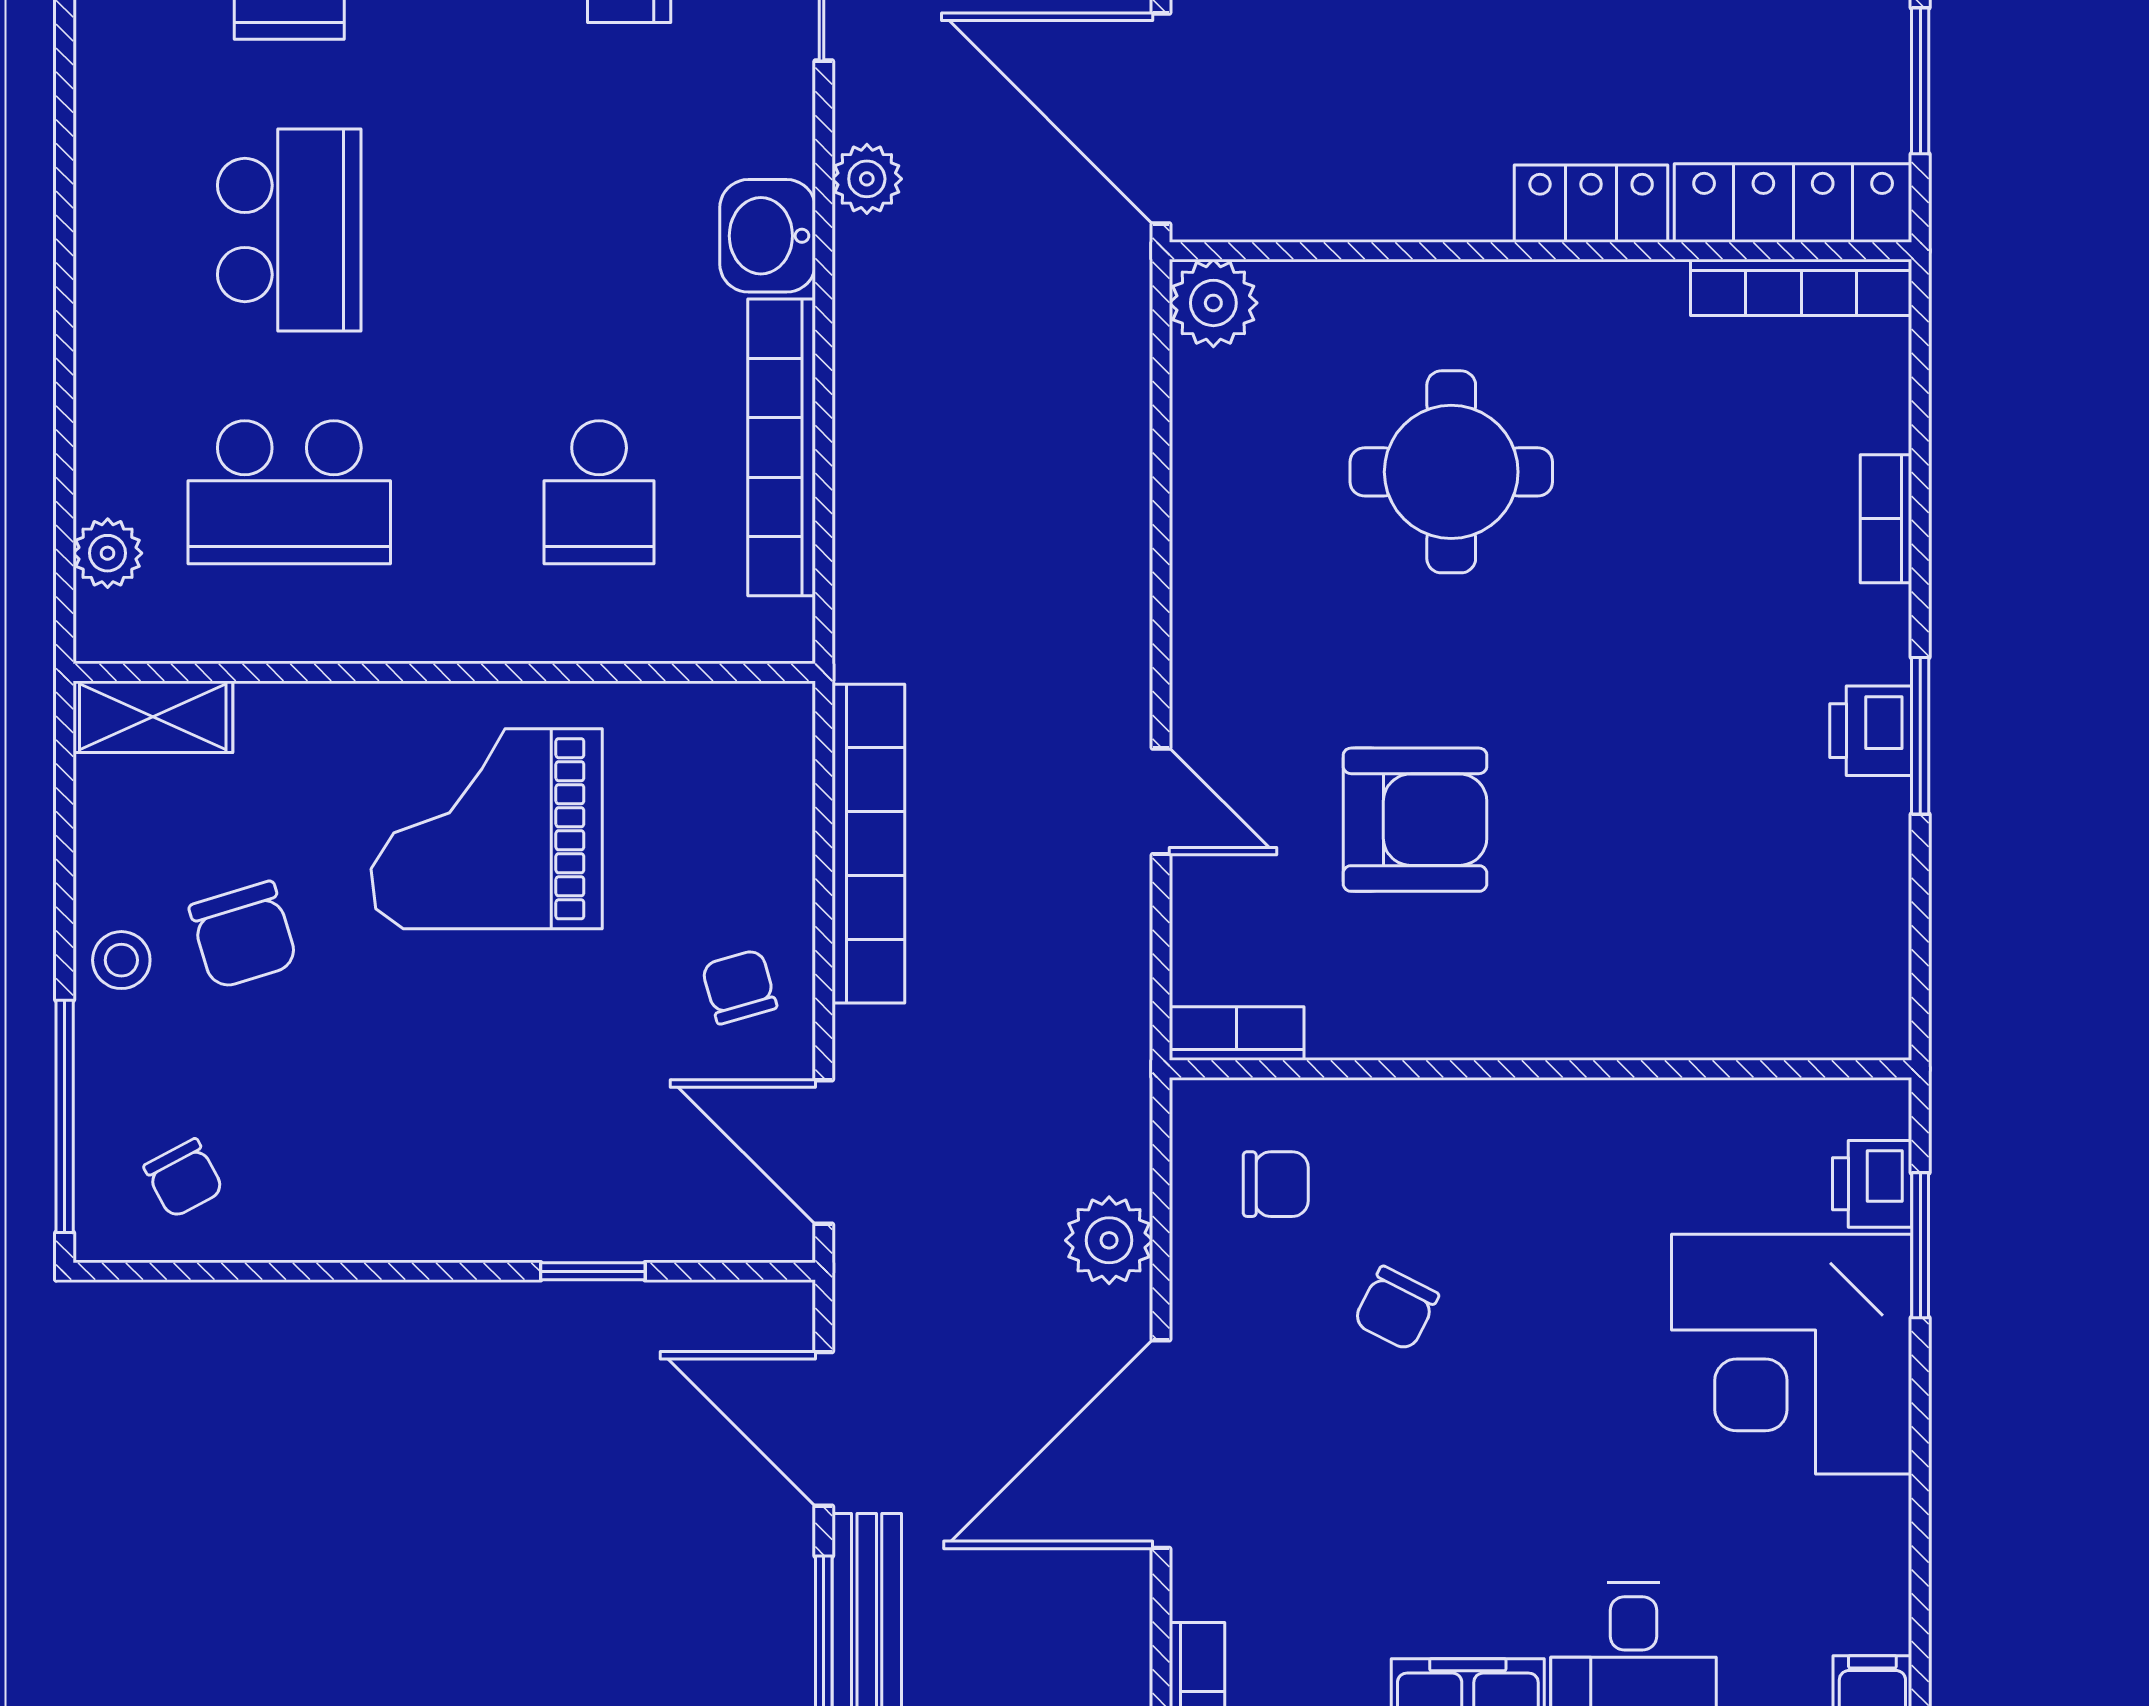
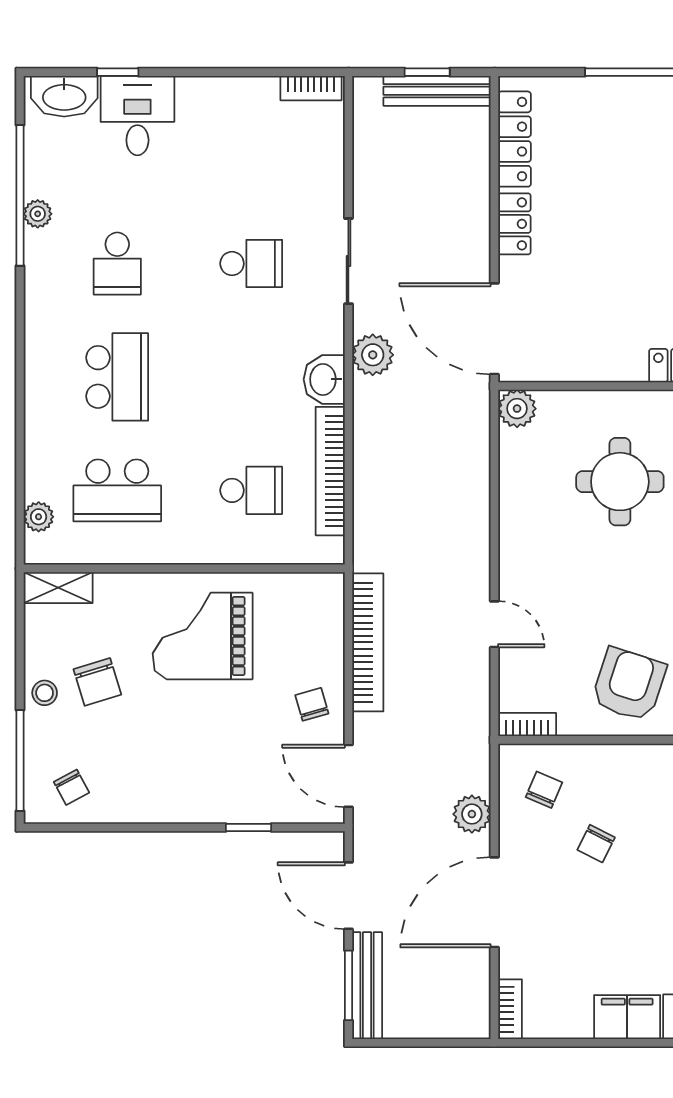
plant: (867, 179) -> (373, 355), width x1.38, depth x1.38
school desk: (599, 492) -> (251, 490), turned -90
armchair: (1415, 820) -> (629, 684), moved, turned -72
chair: (1276, 1184) -> (544, 790), turned -67

